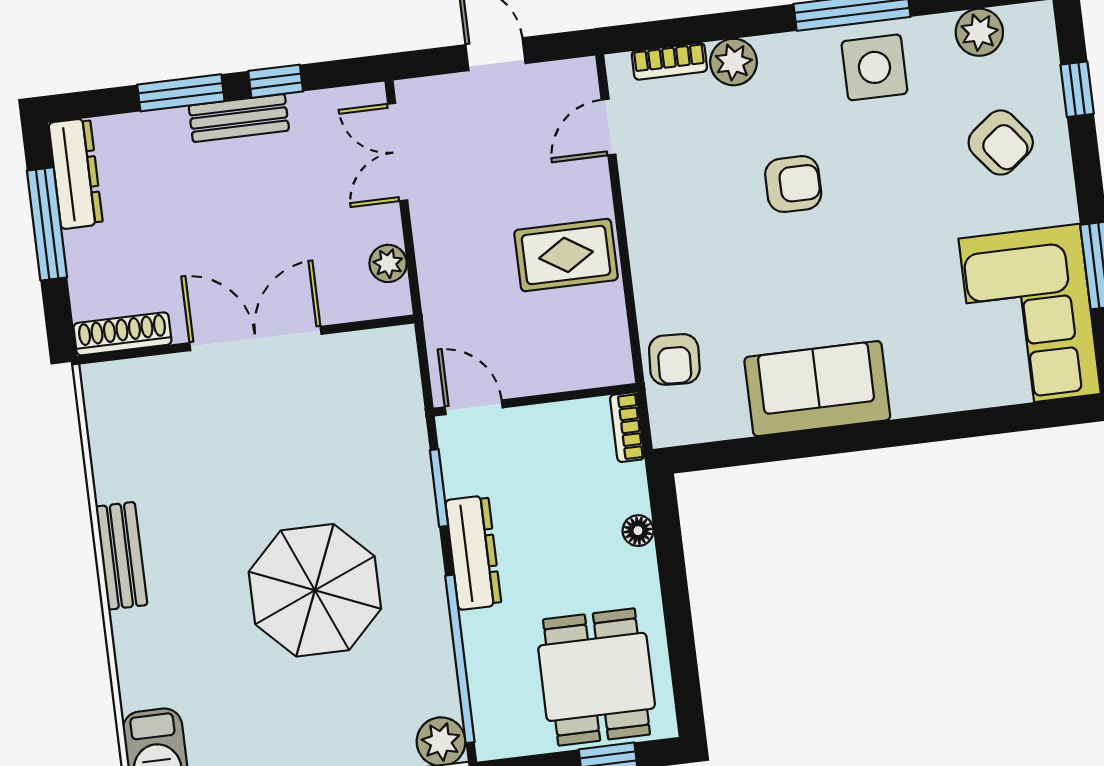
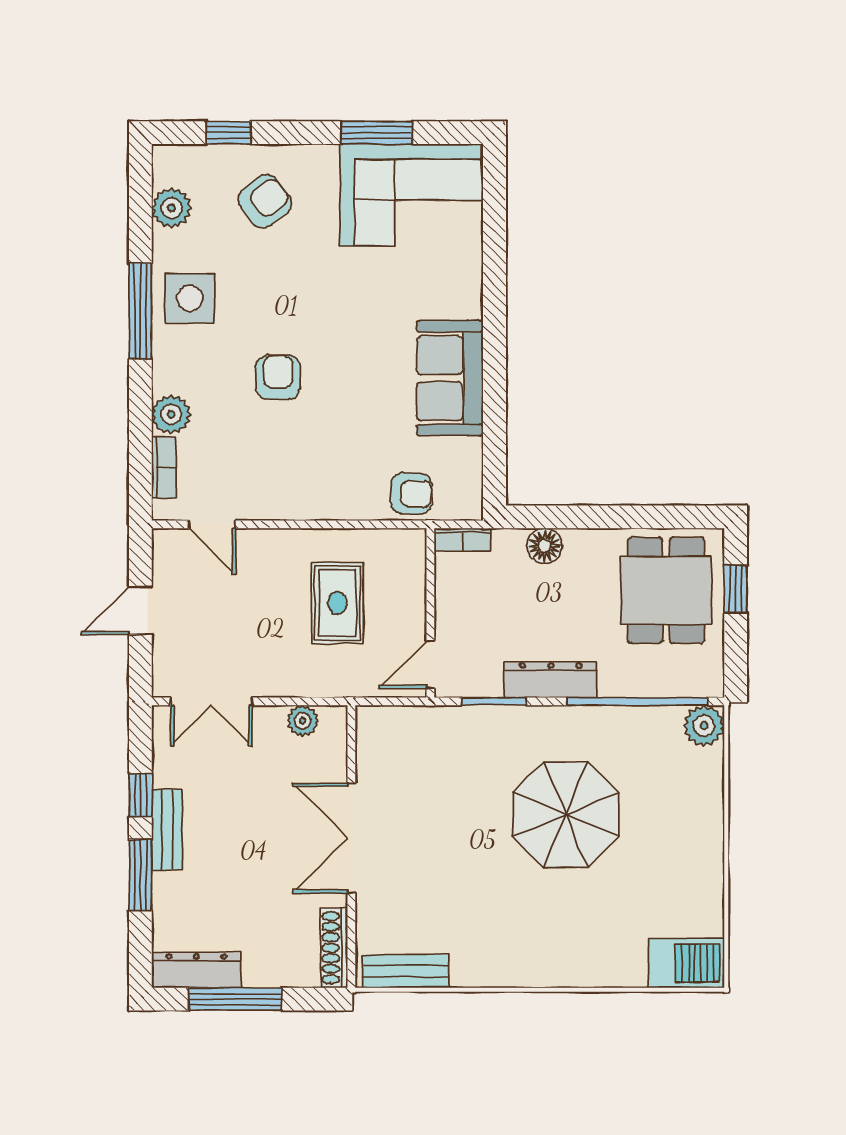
rug: (566, 255) -> (337, 603), moved
floor lamp: (638, 531) -> (544, 546), width x1.37, depth x1.37
bench: (121, 556) -> (406, 971), moved
dining table: (597, 677) -> (666, 590), turned 90

